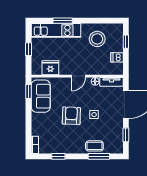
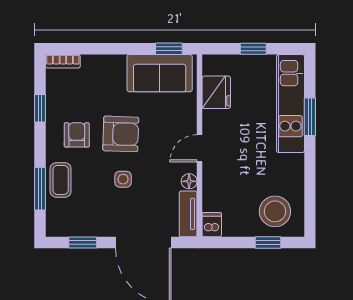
stool: (97, 39) -> (275, 211), moved
dishwasher: (117, 57) -> (212, 225), moved
door: (79, 76) -> (200, 148), hinge flipped
armchair: (72, 138) -> (77, 135), added

